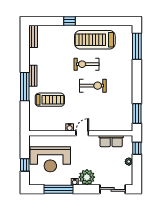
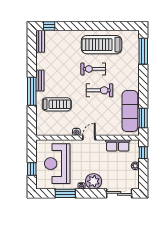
window: (69, 21) -> (49, 26), moved
exercise mat: (123, 107) -> (130, 111), added
reception desk: (50, 159) -> (57, 164), turned 90
window: (58, 189) -> (65, 193), width x0.69

